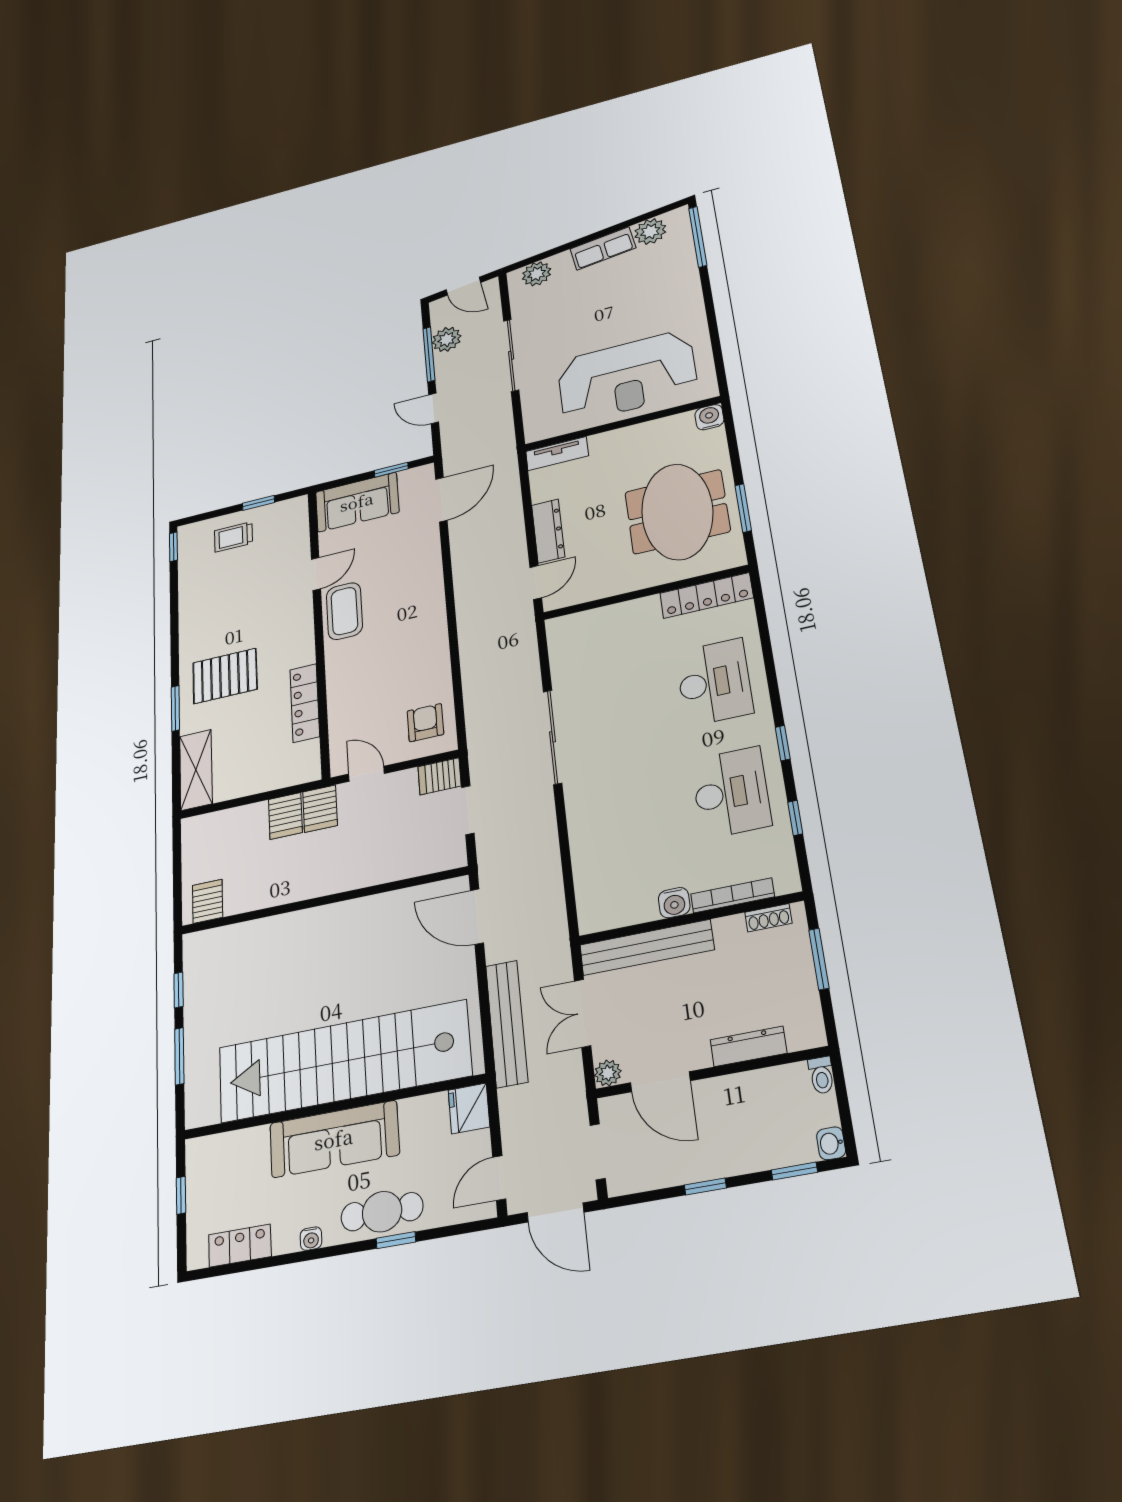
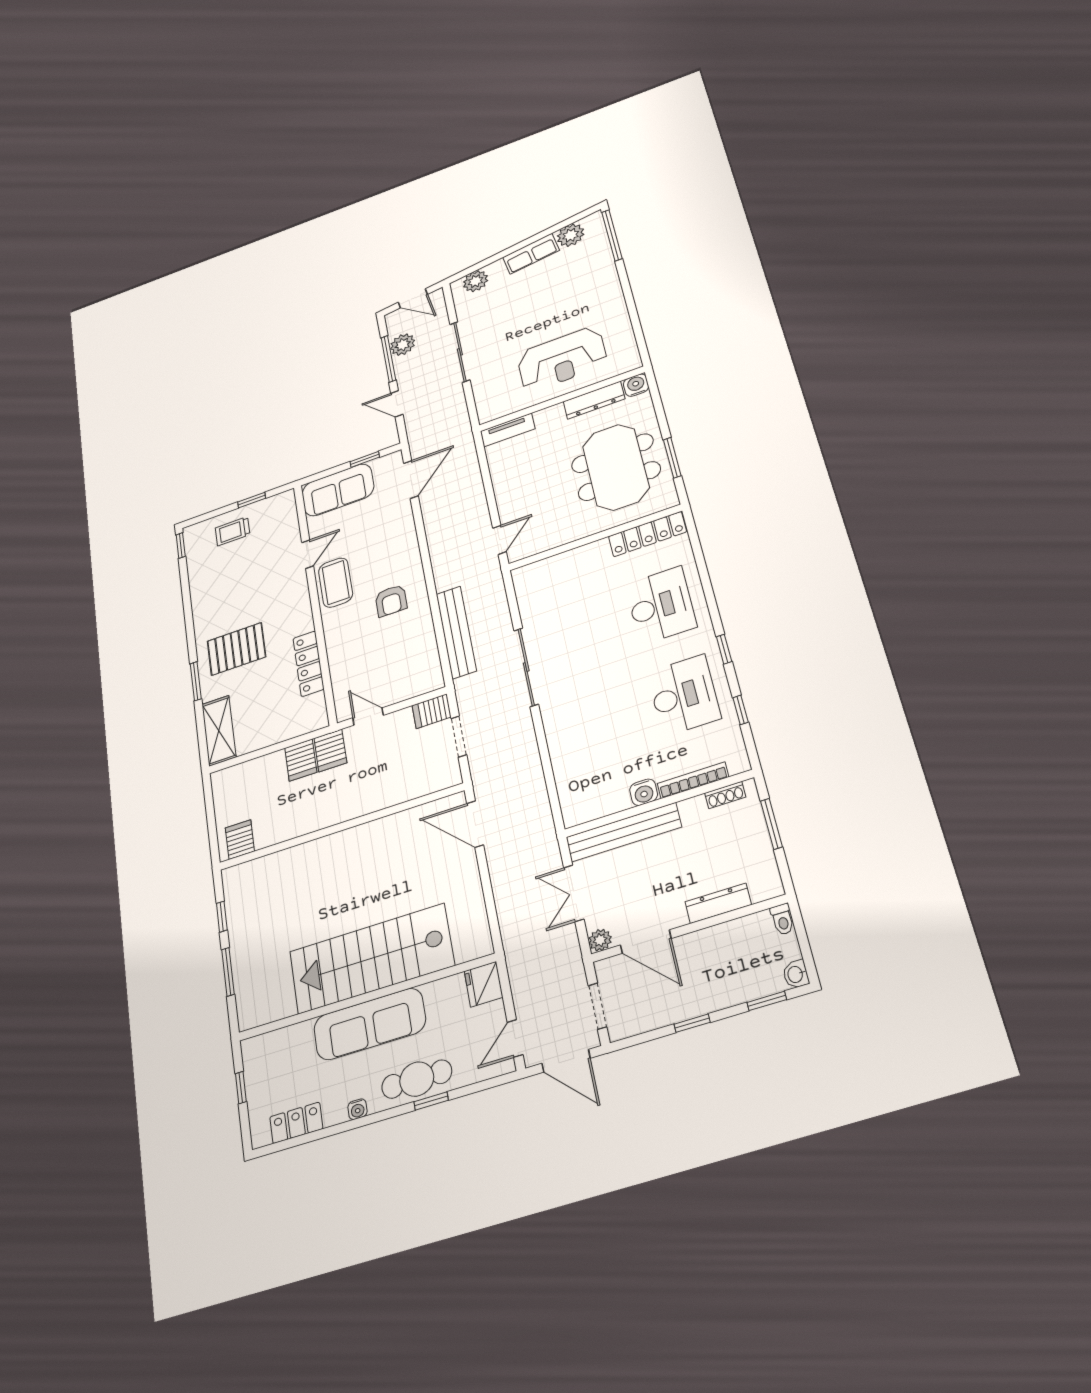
reception desk: (627, 377) -> (562, 359), width x0.74, depth x0.77
dresser: (548, 531) -> (594, 400), moved, turned 90
armchair: (425, 723) -> (391, 601), moved, turned 180
bench: (507, 1024) -> (456, 632), moved
stairs: (344, 1061) -> (371, 959), width x0.73

